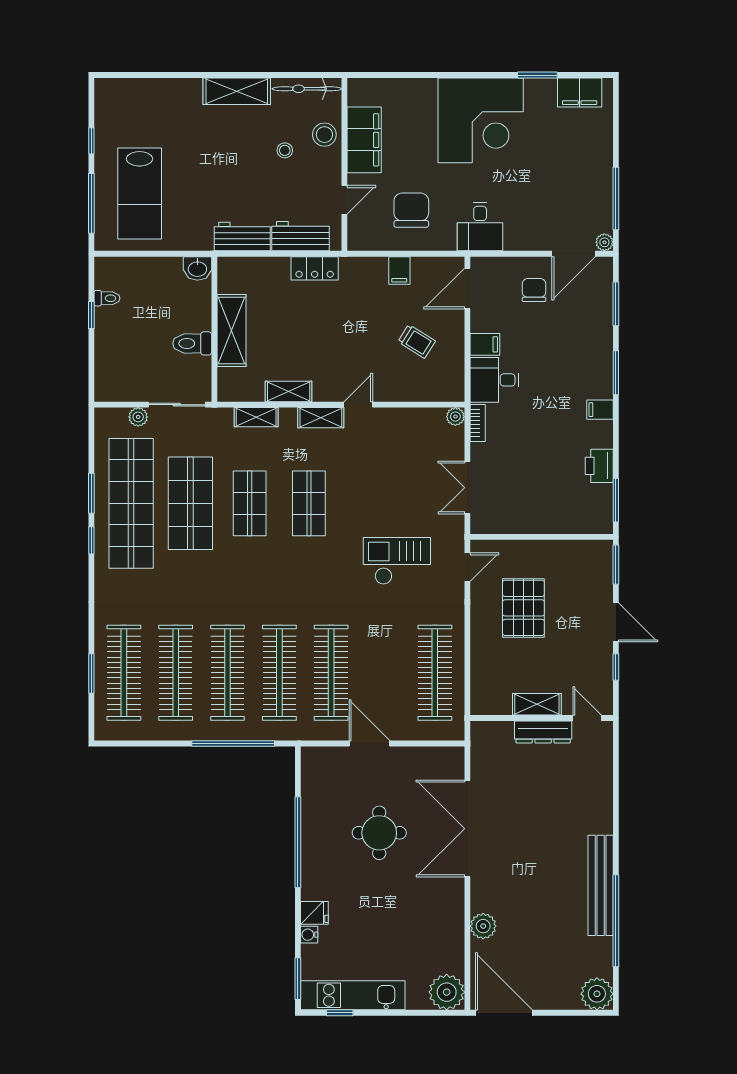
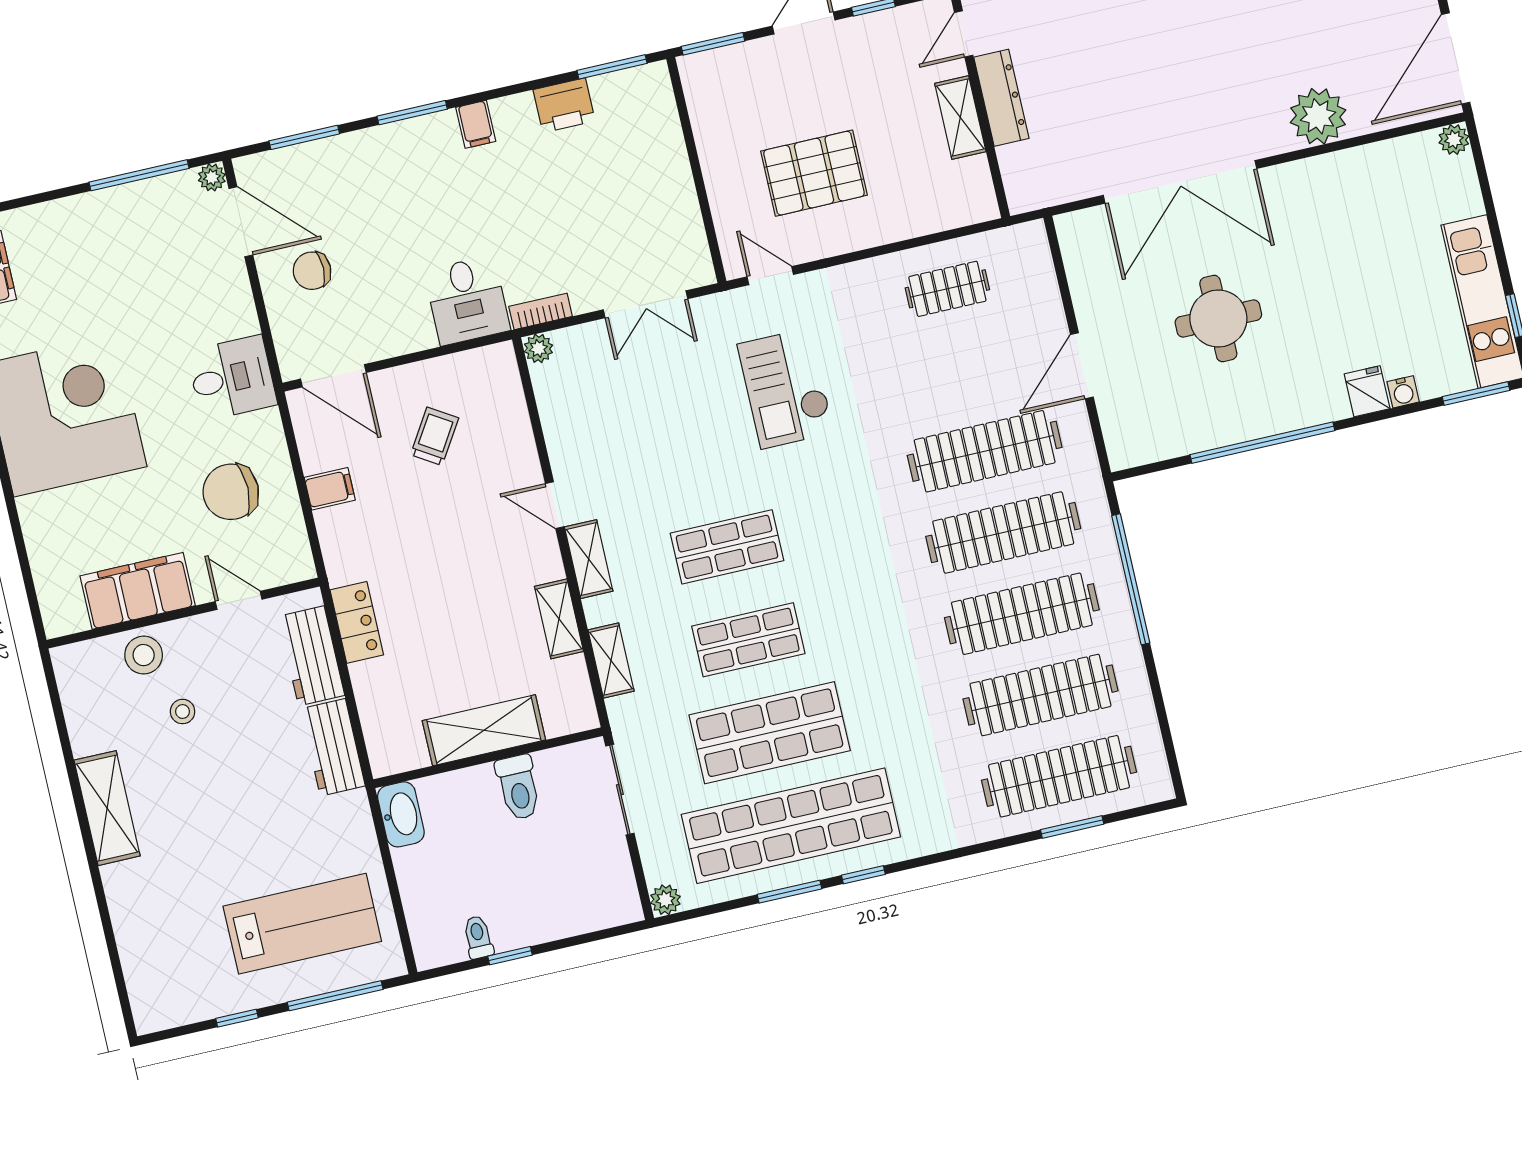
bicycle: (307, 89) -> (78, 699), removed
washbasin: (197, 268) -> (401, 814), width x1.38
filing cabinet: (485, 344) -> (415, 328), removed
plant: (138, 417) -> (665, 900), moved
clothes rail: (435, 673) -> (947, 289), width x0.54, depth x0.76
plant: (483, 926) -> (1318, 116), width x1.36, depth x1.36
plant: (447, 992) -> (1454, 139), width x0.53, depth x0.53

